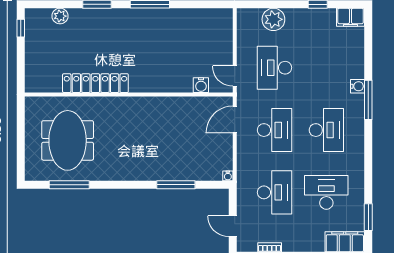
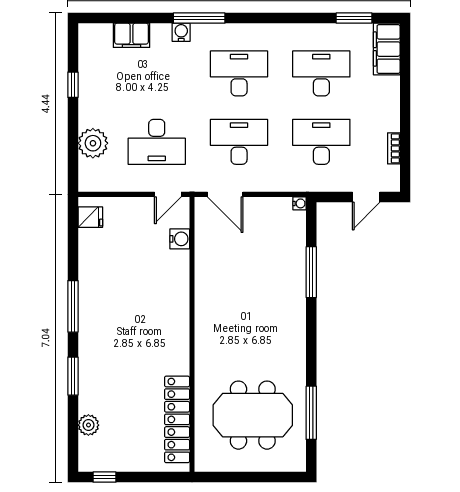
fridge: (217, 17) -> (90, 217), added
filing cabinet: (351, 17) -> (132, 35), moved, turned 90
locker: (95, 83) -> (177, 419), moved
desk: (326, 192) -> (321, 73), turned 90

